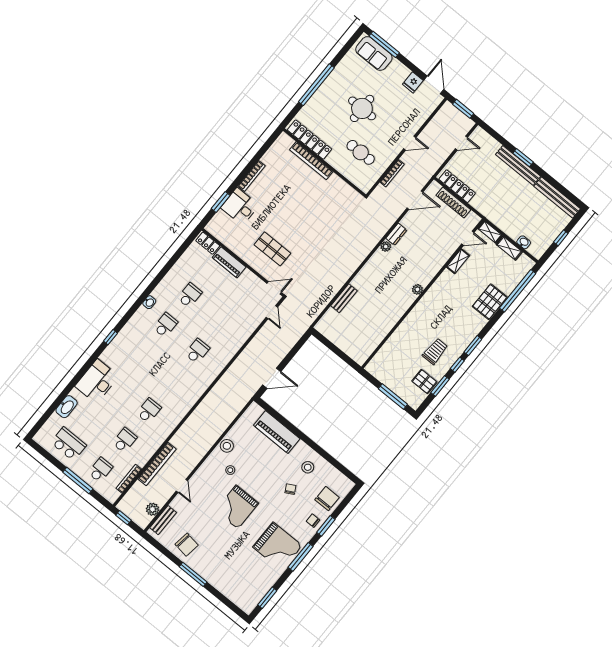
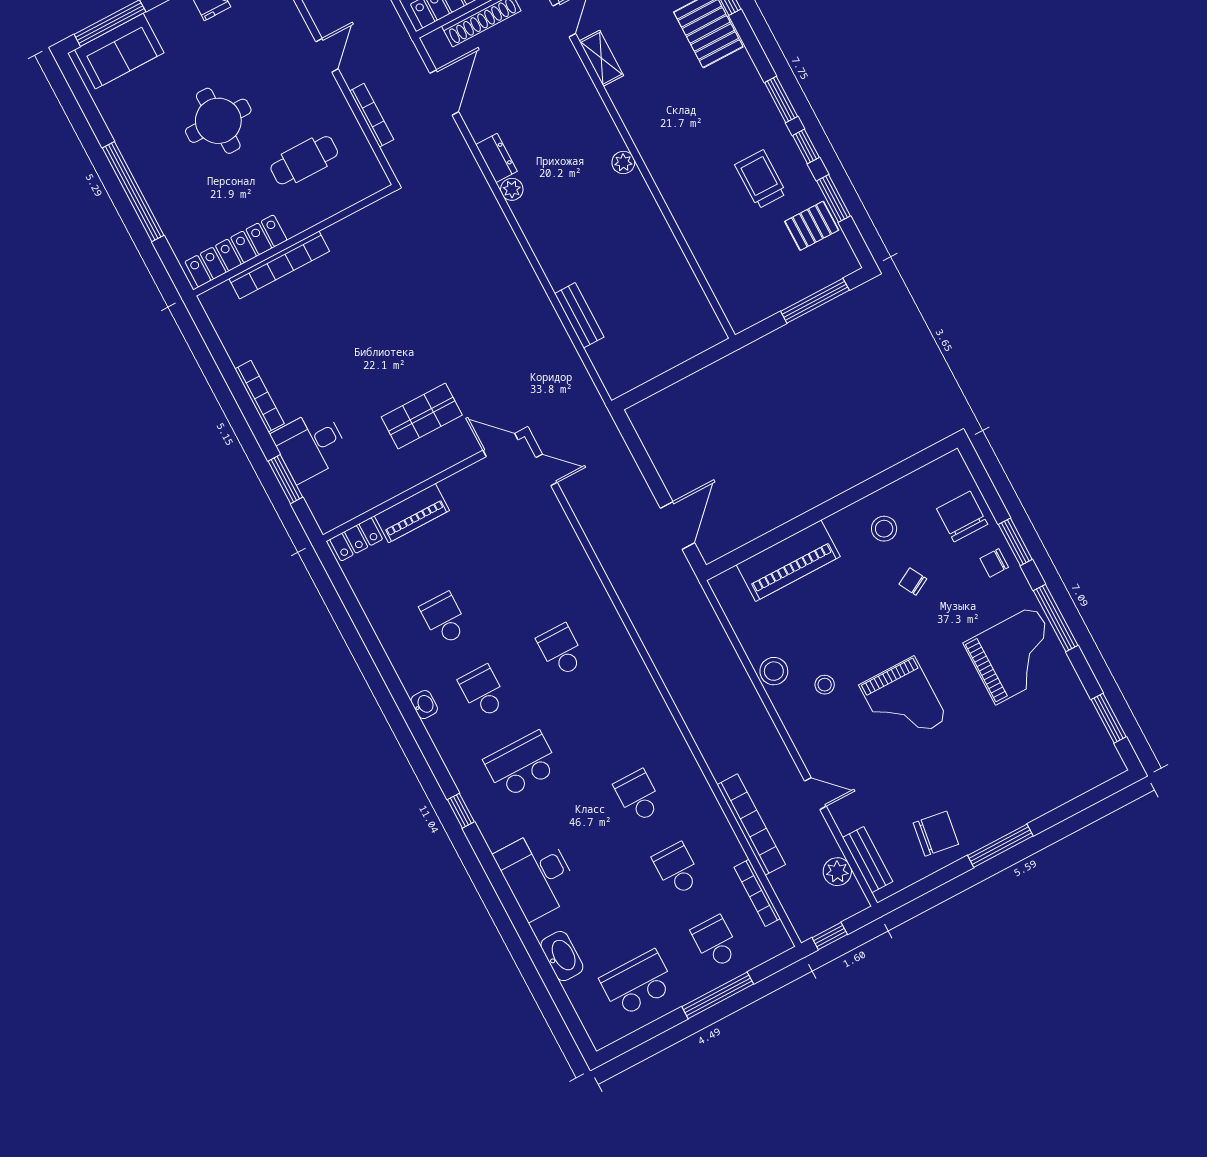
door: (274, 288) -> (500, 445), hinge flipped
school desk: (141, 355) -> (521, 765), added

